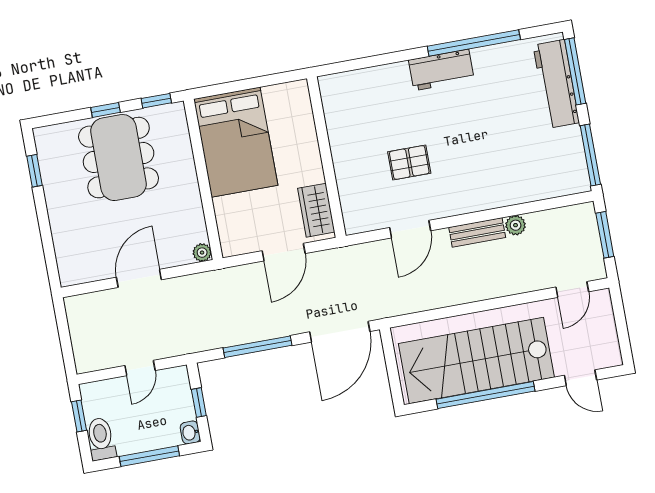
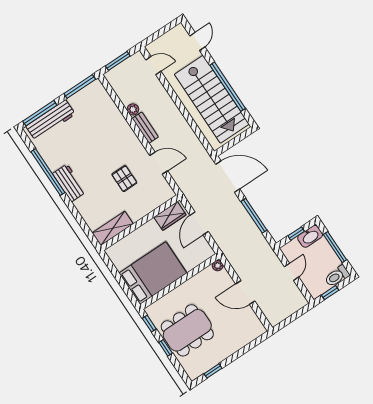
shelving: (337, 108) -> (113, 228), added
door: (284, 252) -> (199, 223), swing flipped
door: (140, 368) -> (291, 272), hinge flipped
washbasin: (190, 432) -> (310, 236), width x1.91, depth x1.45

